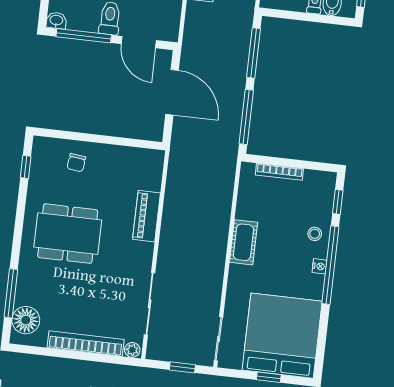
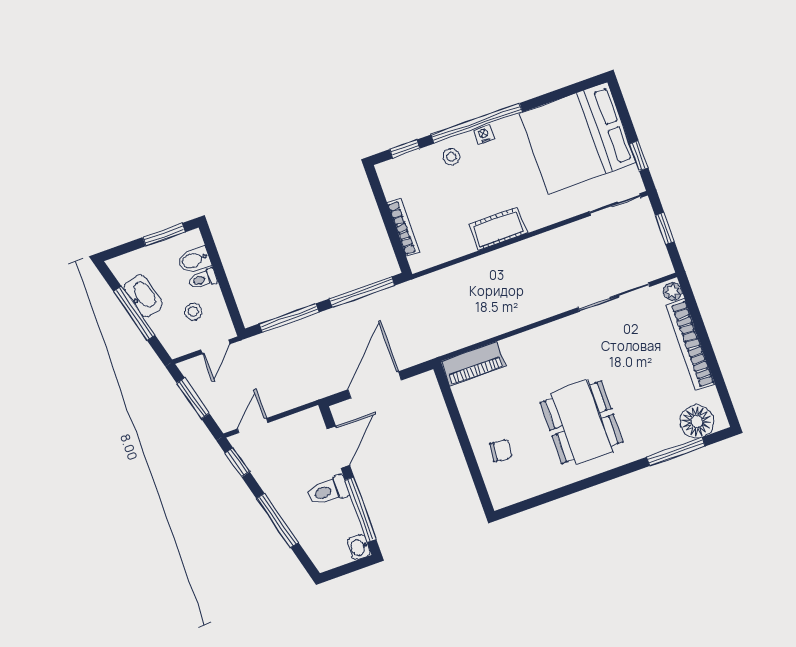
window: (26, 167) -> (532, 503), removed
piano: (147, 216) -> (473, 364), moved
window: (269, 377) -> (639, 156), moved

